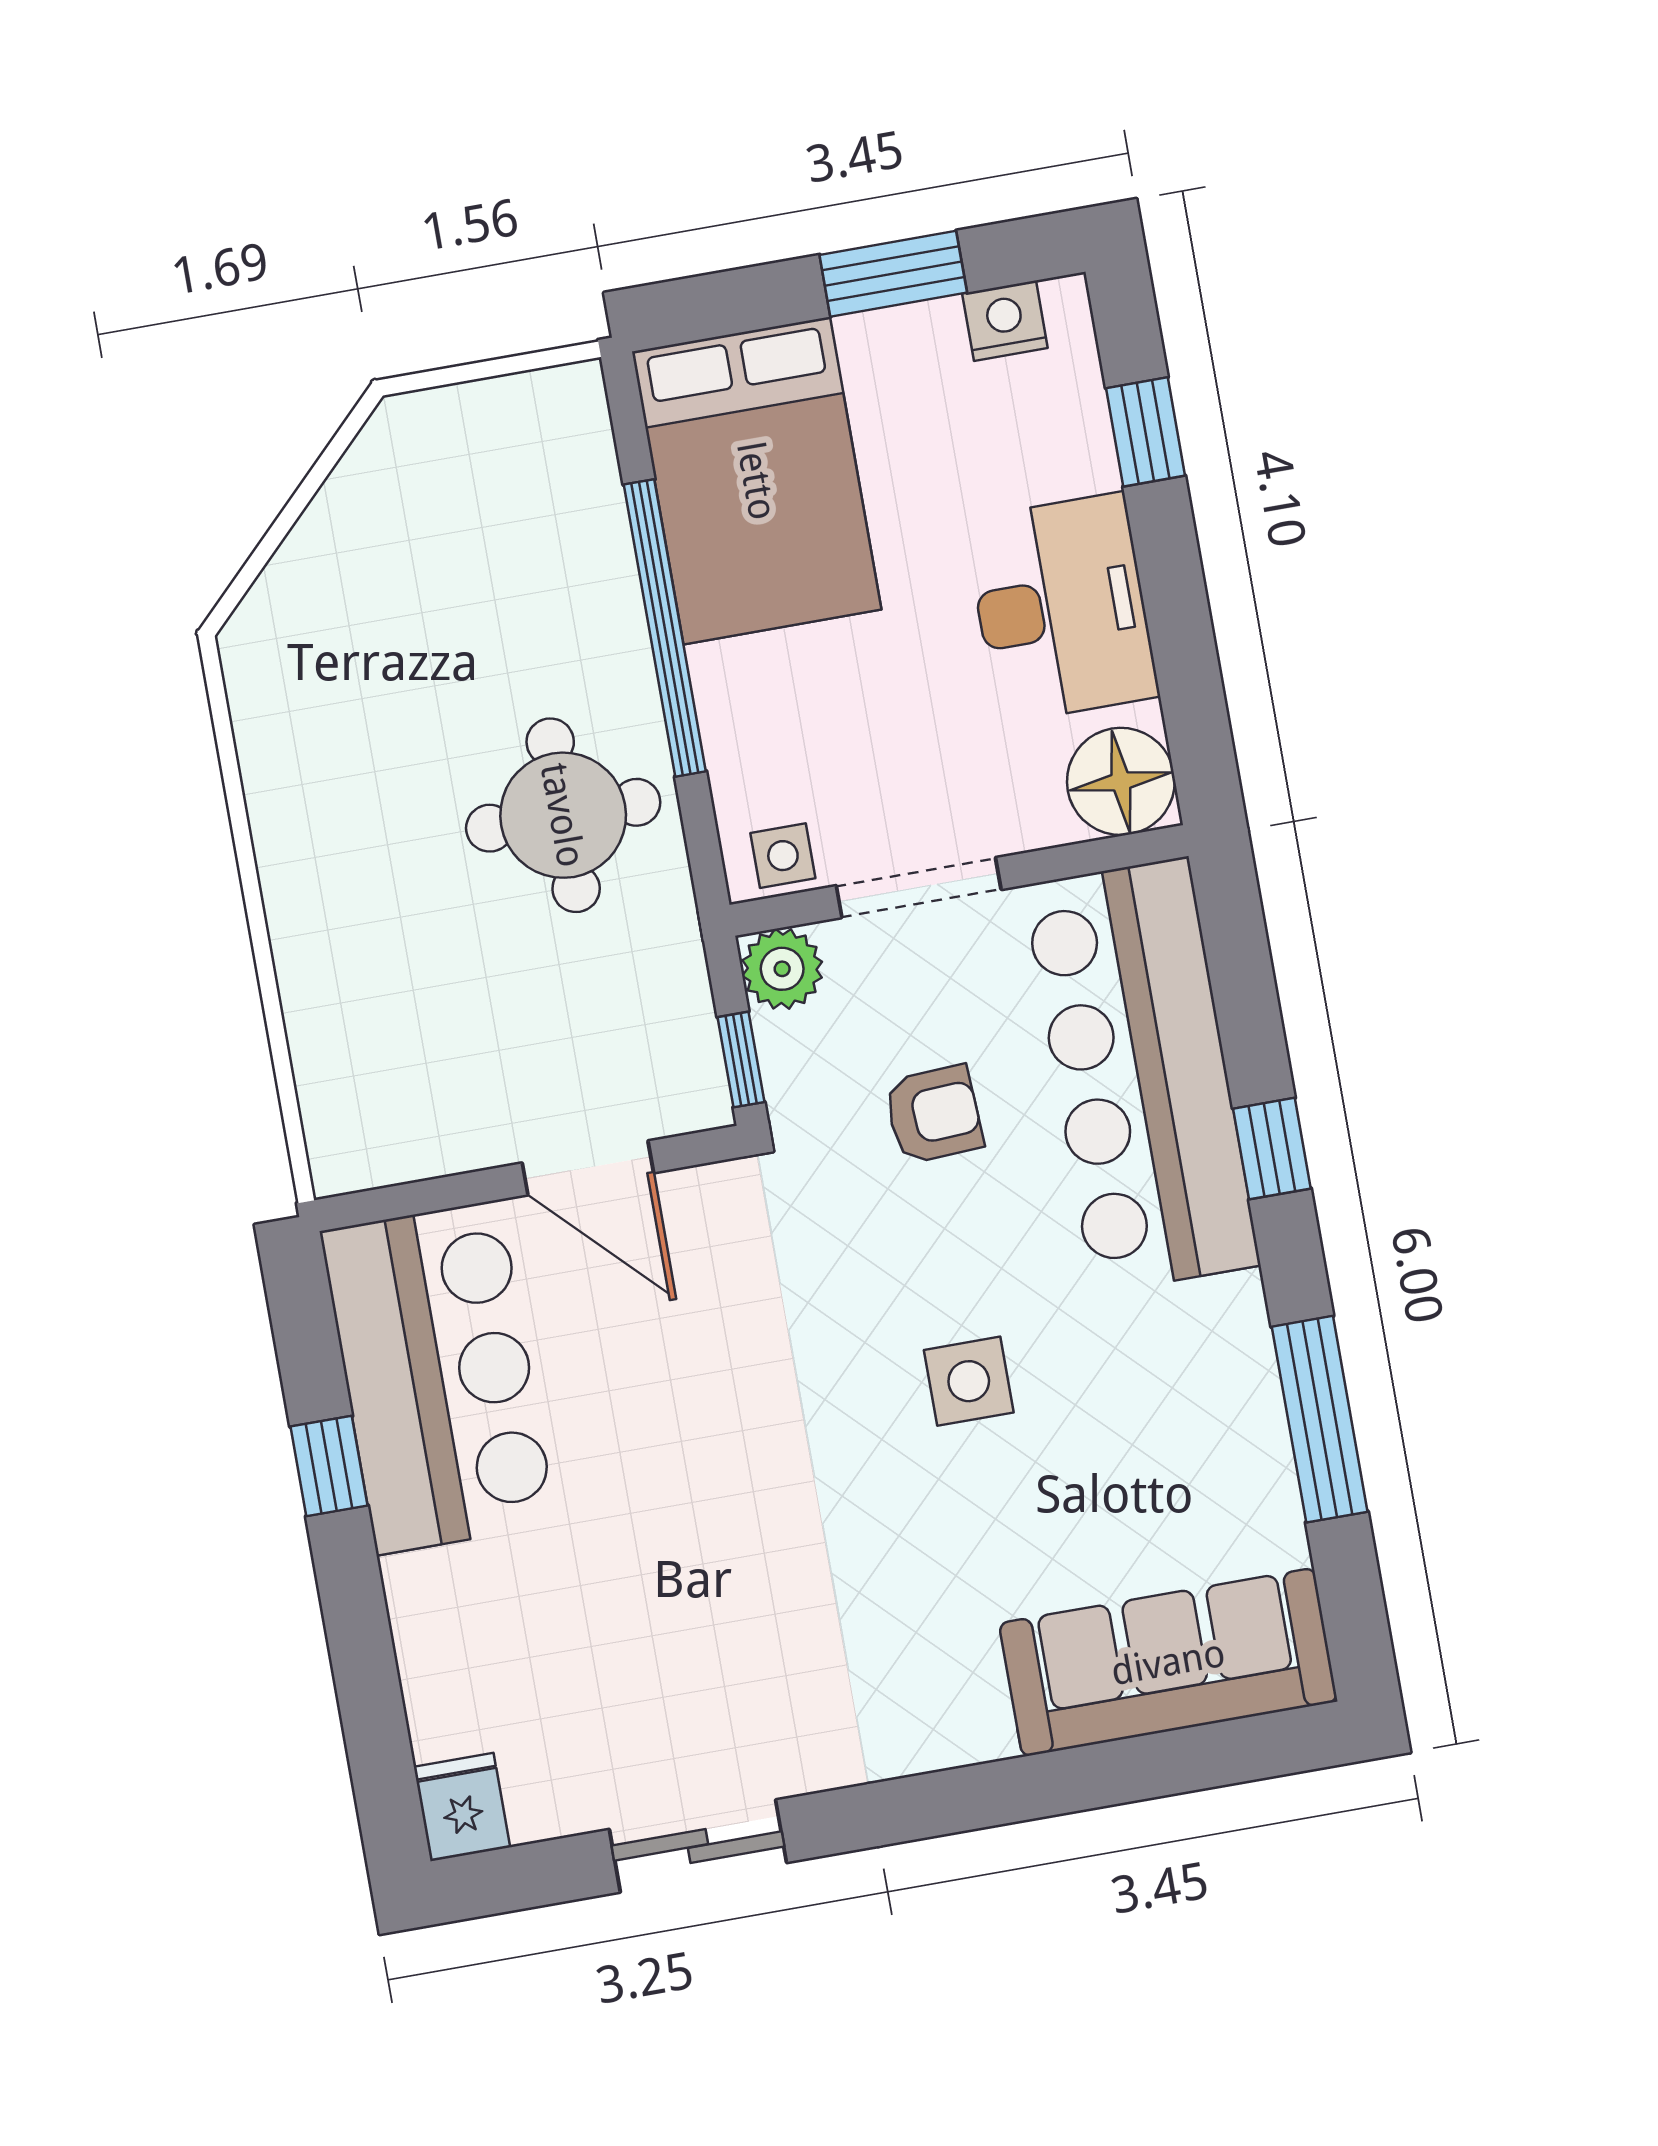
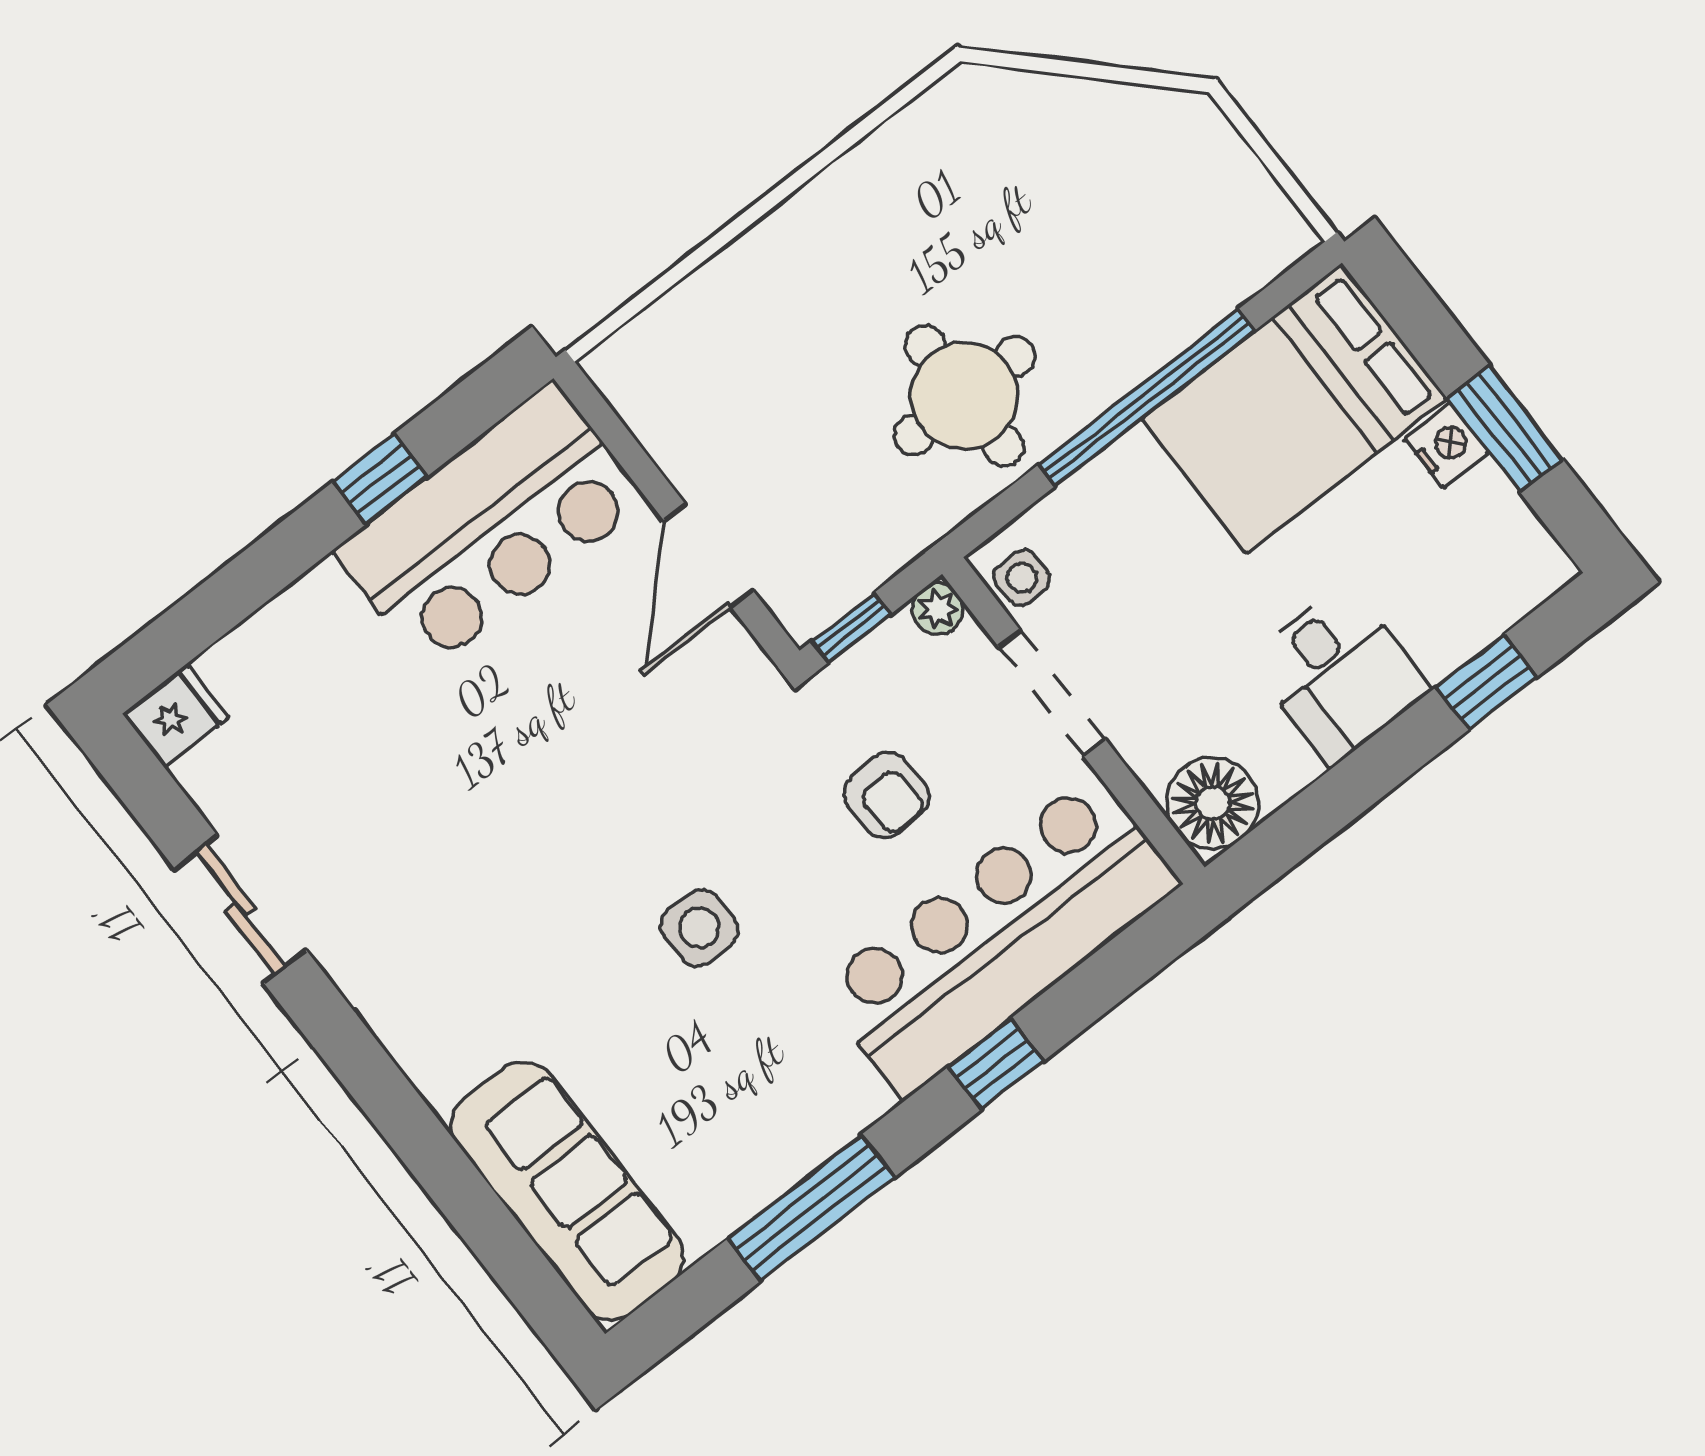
nightstand: (1005, 321) -> (1447, 445), moved
desk: (1061, 608) -> (1339, 674), width x0.73
plant: (782, 969) -> (938, 609), width x0.73, depth x0.73

